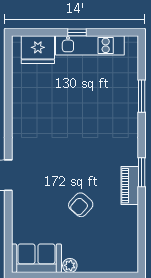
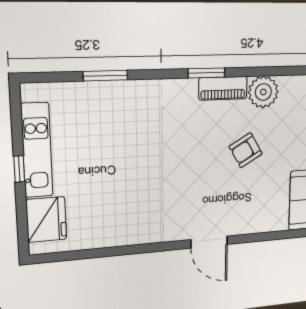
armchair: (81, 205) -> (246, 150), turned 108
plant: (126, 219) -> (263, 92), added

